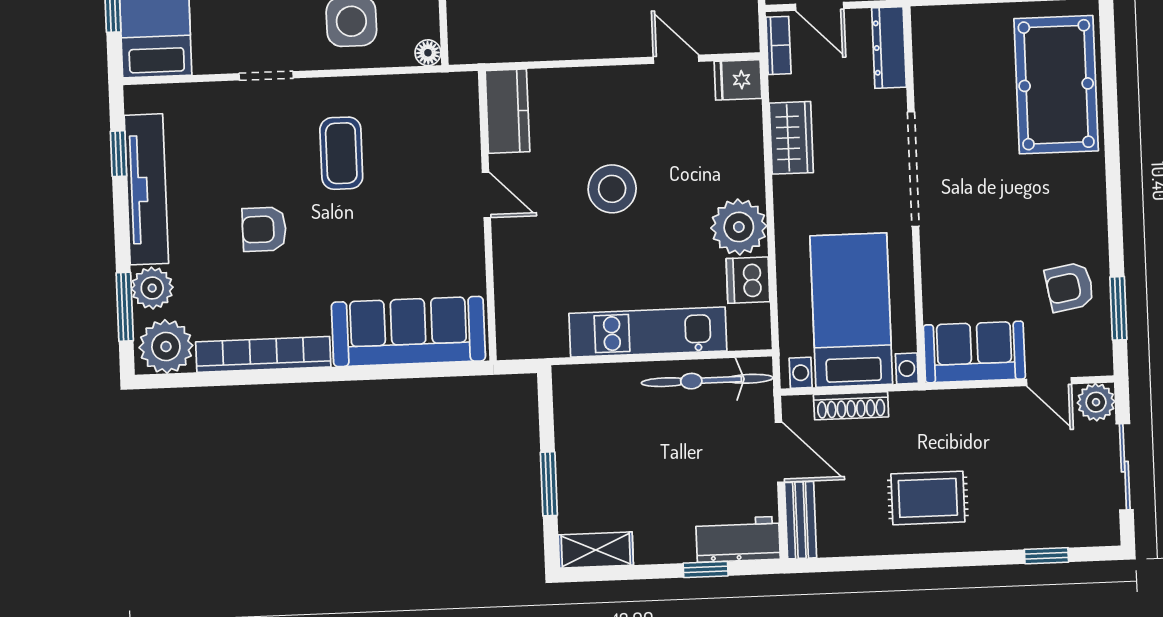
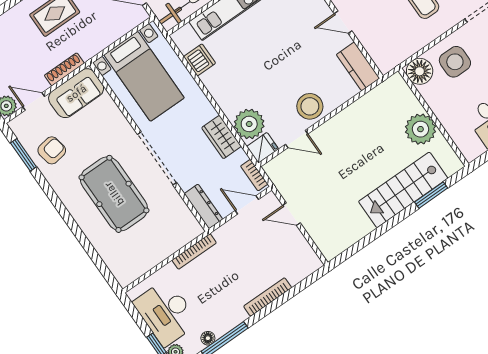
floor lamp: (428, 53) -> (420, 71), width x1.89, depth x1.89
pool table: (1056, 85) -> (114, 194), moved
stool: (612, 189) -> (310, 106), moved
plant: (739, 227) -> (249, 124), moved
shoe rack: (851, 406) -> (64, 69), moved

